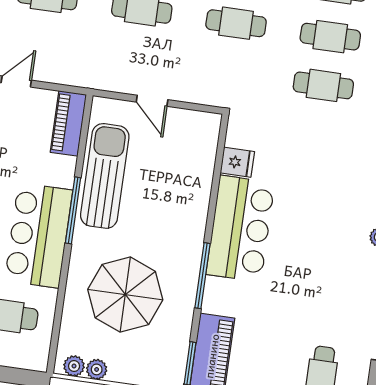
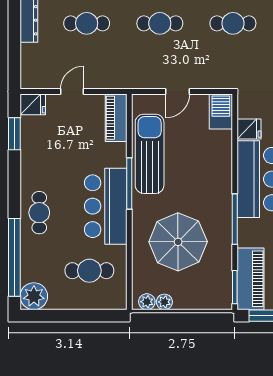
door: (152, 101) -> (177, 91), hinge flipped
barbecue: (204, 134) -> (221, 111), added

